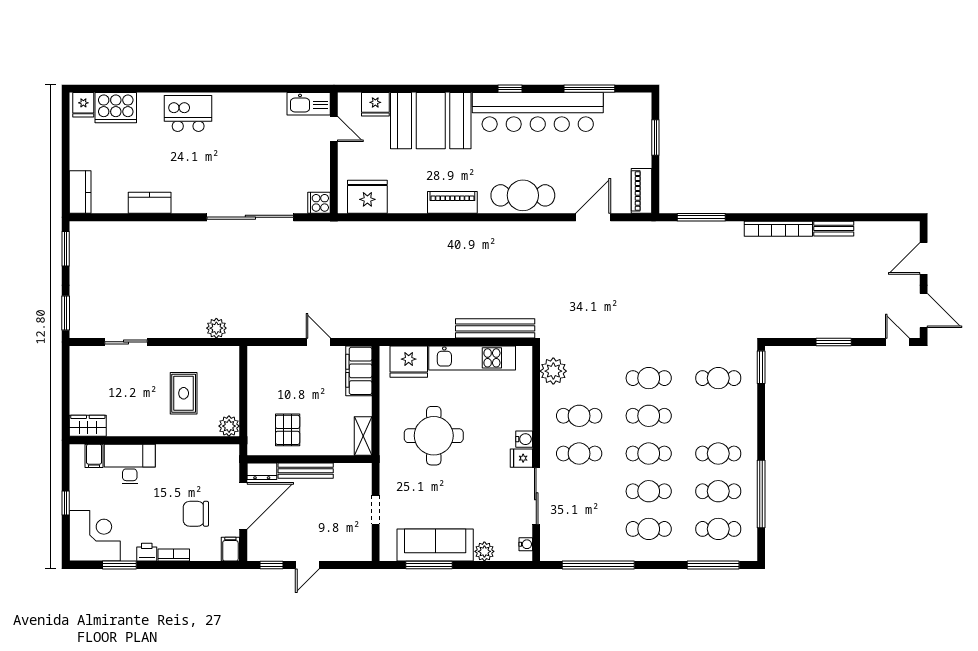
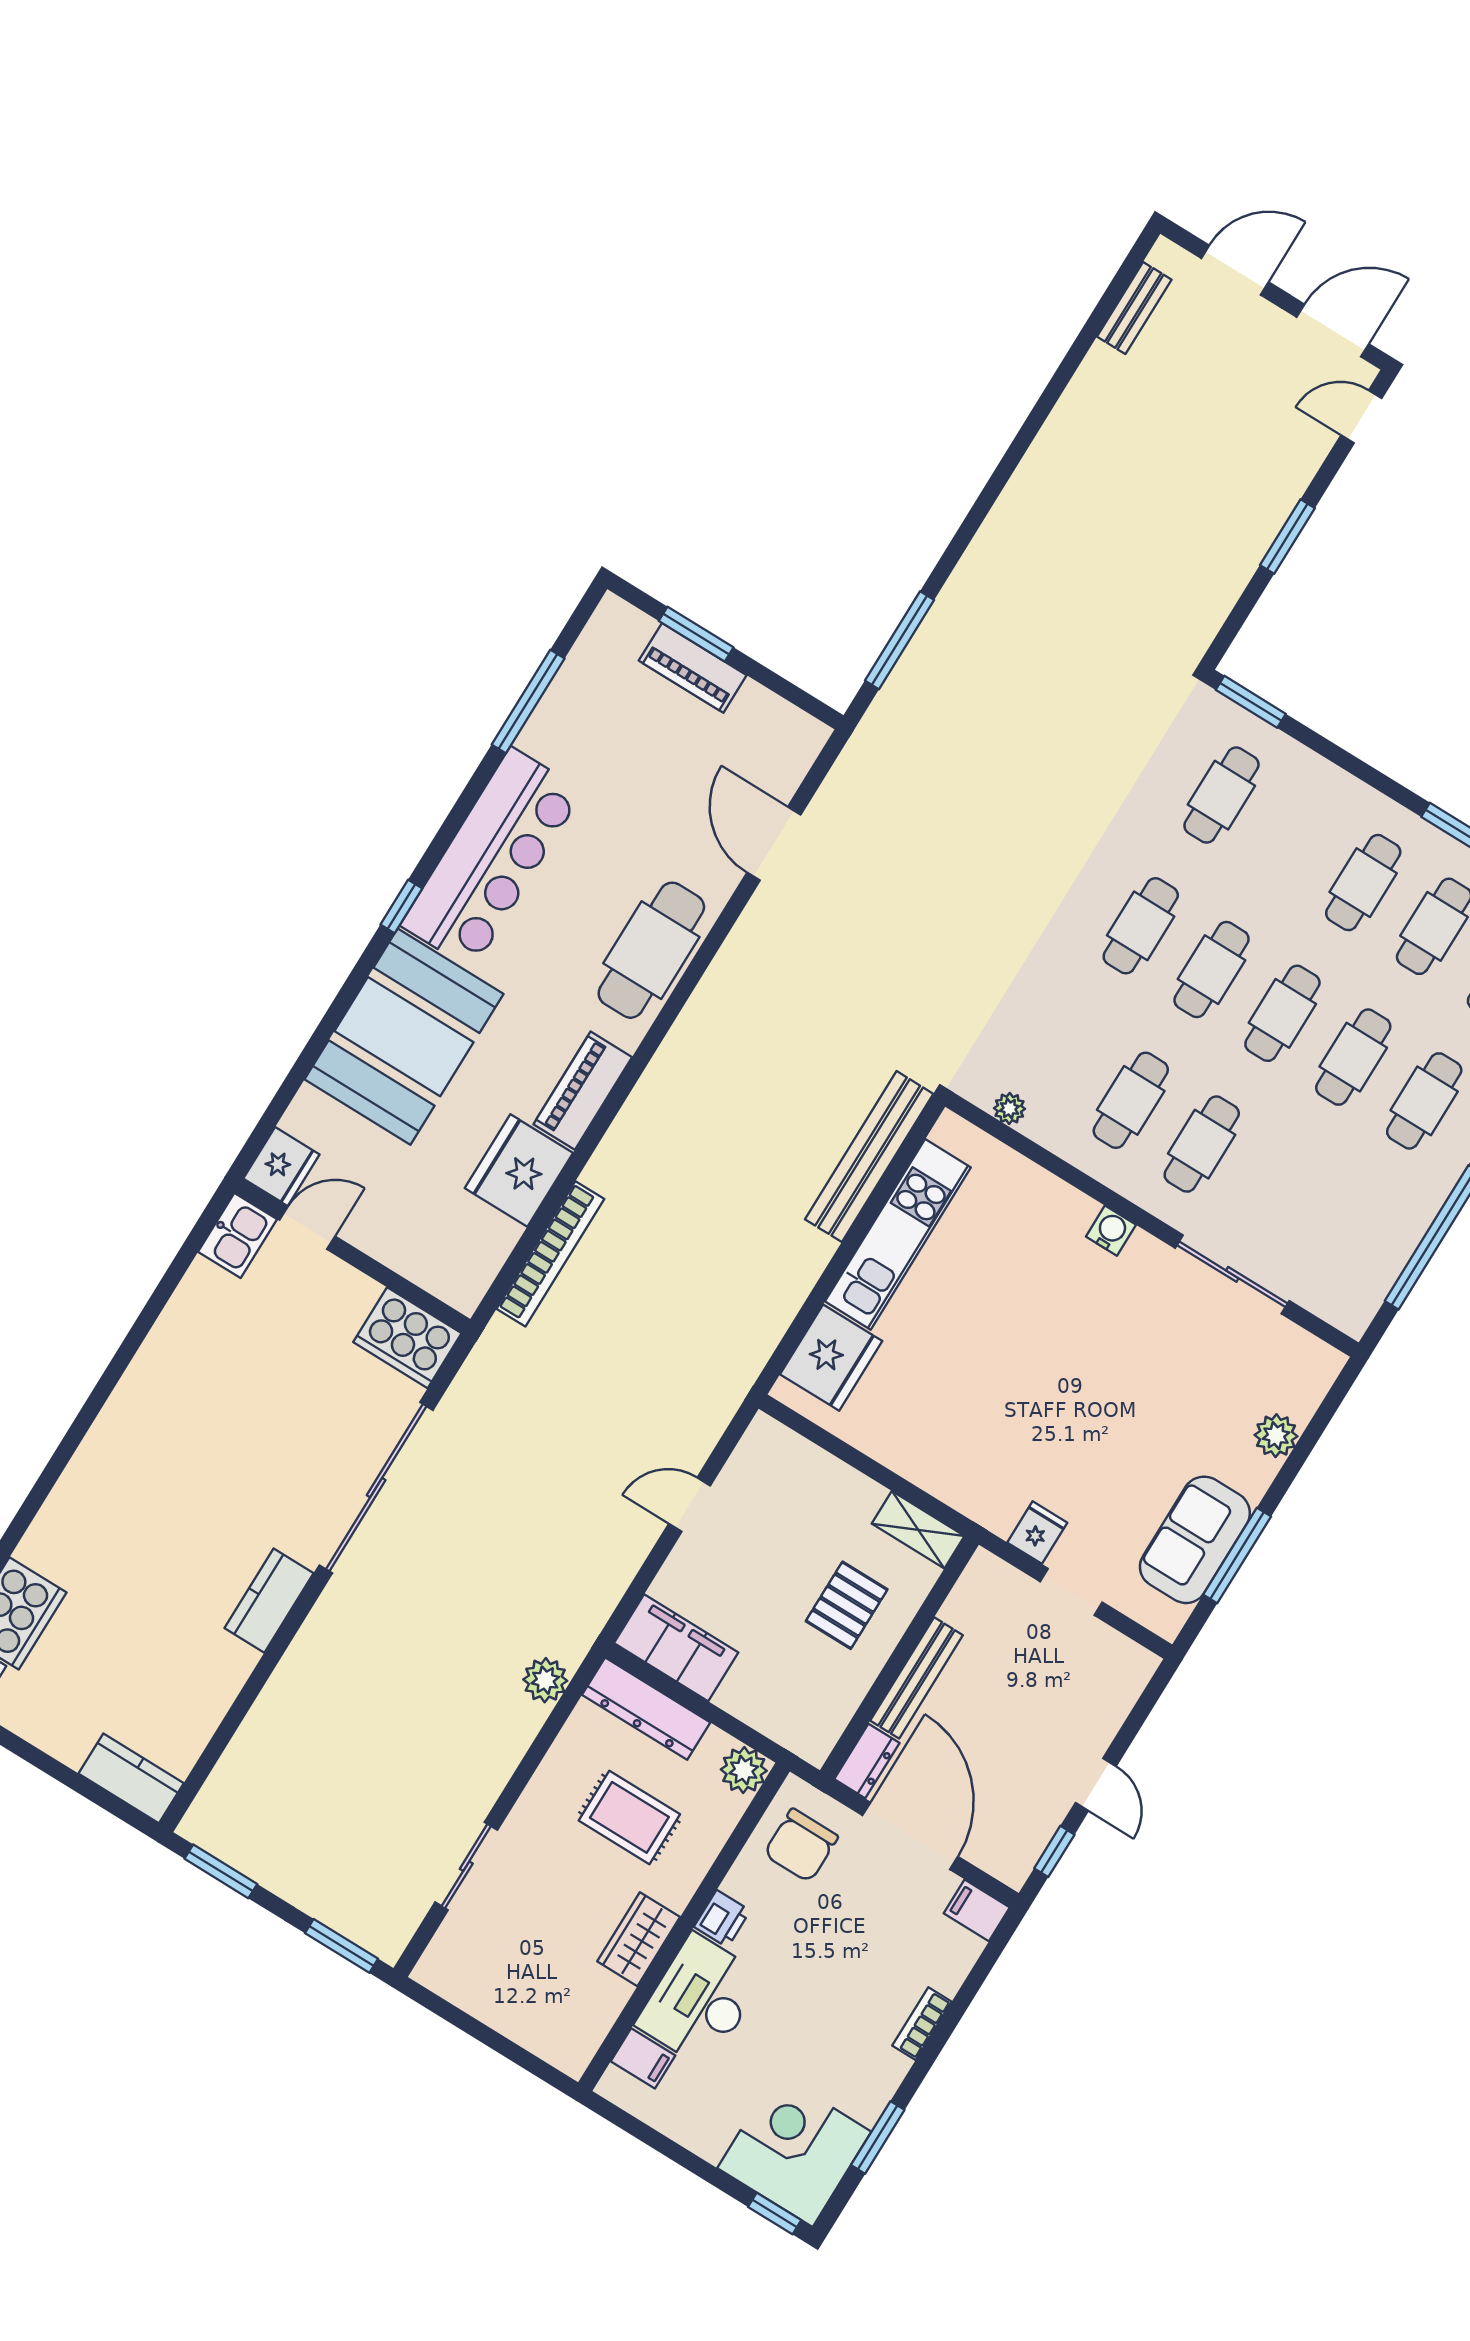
window: (510, 89) -> (401, 906), moved
kitchen sink: (309, 104) -> (238, 1235), width x0.73
fridge: (375, 104) -> (281, 1167), moved
bar counter: (538, 112) -> (492, 858), width x0.73
kitchen island: (188, 113) -> (109, 1484), removed
piano: (641, 191) -> (693, 668), moved
fridge: (367, 197) -> (519, 1171), moved
kitchen counter: (150, 203) -> (269, 1601), moved
cooker: (319, 203) -> (407, 1338), width x1.87, depth x1.31
bookcase: (778, 229) -> (550, 1254), moved
bench: (834, 229) -> (1134, 308), moved
door: (924, 258) -> (1235, 270), swing flipped
filing cabinet: (359, 371) -> (676, 1648), moved, turned 180
plant: (553, 371) -> (1009, 1108), width x0.53, depth x0.53
dresser: (229, 374) -> (646, 1709), added
wardrobe: (88, 426) -> (639, 1939), moved
pallet: (288, 430) -> (847, 1605), moved, turned 90
round table: (434, 436) -> (999, 1397), removed
fridge: (521, 458) -> (1037, 1533), moved, turned 180
window: (66, 503) -> (775, 2213), moved
chair: (196, 514) -> (801, 1845), moved
water cooler: (526, 544) -> (1310, 1350), removed
sofa: (435, 545) -> (1195, 1540), width x0.73
printer: (147, 552) -> (722, 1919), moved, turned 180

